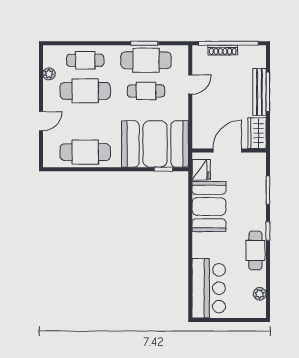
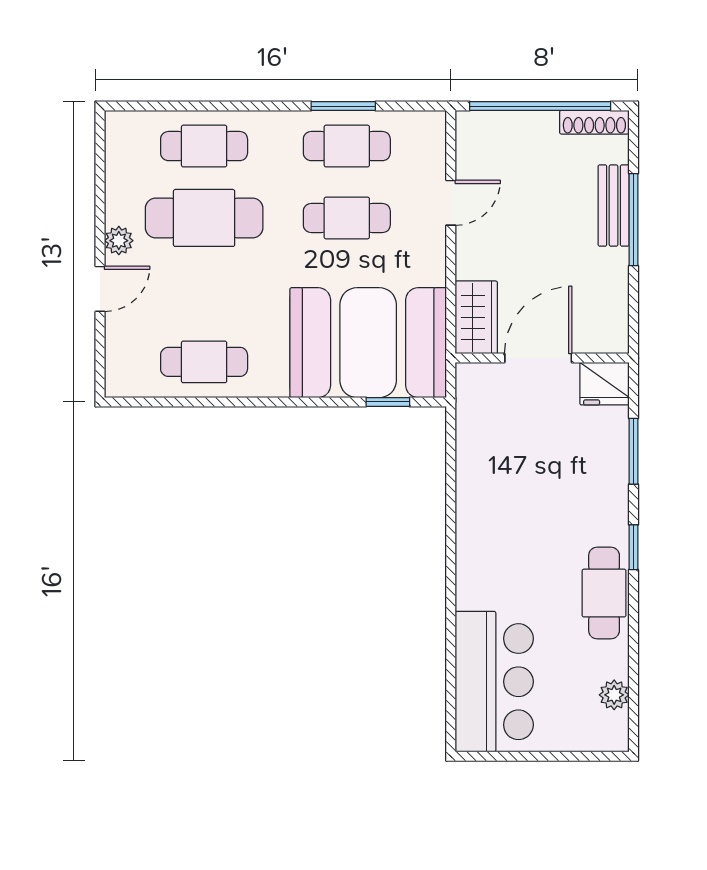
shoe rack: (223, 50) -> (594, 122), moved
cafe table: (146, 60) -> (347, 146), width x0.73, depth x0.74
plant: (49, 74) -> (119, 241), moved
bench: (259, 92) -> (614, 206), width x0.73
wardrobe: (257, 133) -> (476, 317), moved, turned 180
cafe table: (85, 152) -> (204, 362), width x0.73, depth x0.74
fridge: (201, 170) -> (604, 384), moved, turned 90
booth: (209, 207) -> (495, 490), removed

